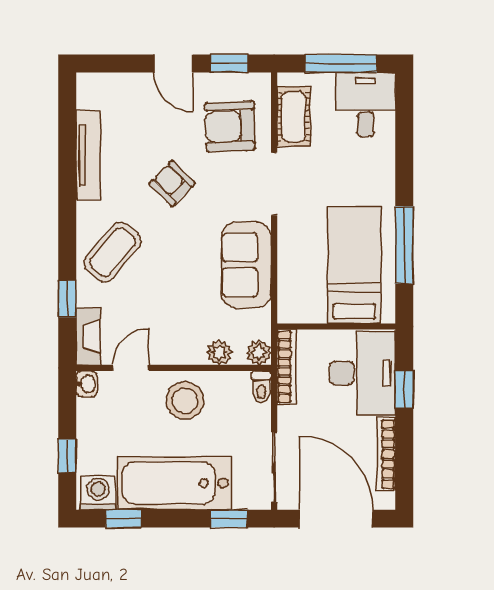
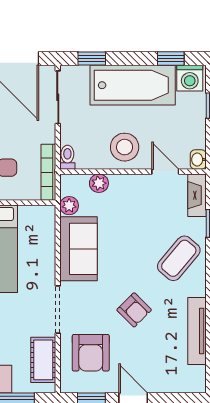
armchair: (230, 126) -> (91, 353), turned 92
plant: (259, 353) -> (69, 206), moved
door: (131, 368) -> (165, 172), swing flipped

